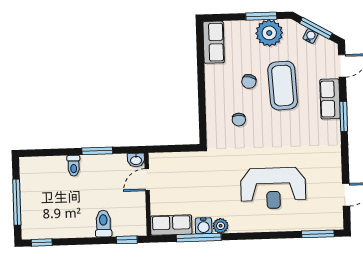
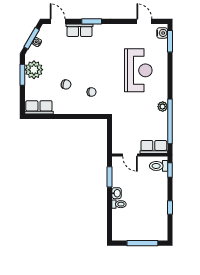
coffee table: (283, 86) -> (70, 62), removed
window: (97, 151) -> (110, 177), moved
washbasin: (136, 160) -> (117, 193), moved
toilet: (103, 224) -> (159, 166), moved
row of seats: (171, 225) -> (154, 147), moved, turned 90
water cooler: (204, 226) -> (162, 33), moved
window: (199, 238) -> (170, 121), width x1.46
window: (42, 243) -> (170, 208), moved

